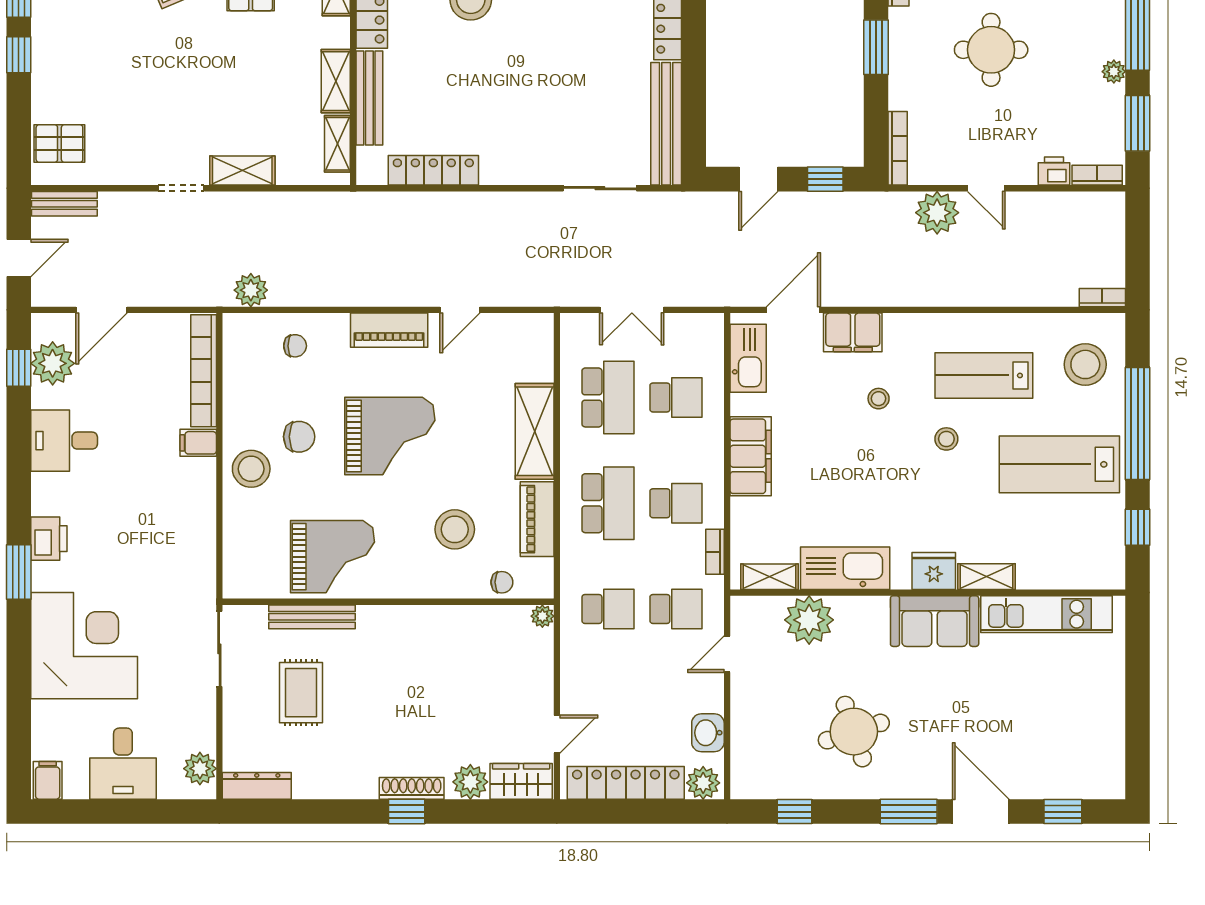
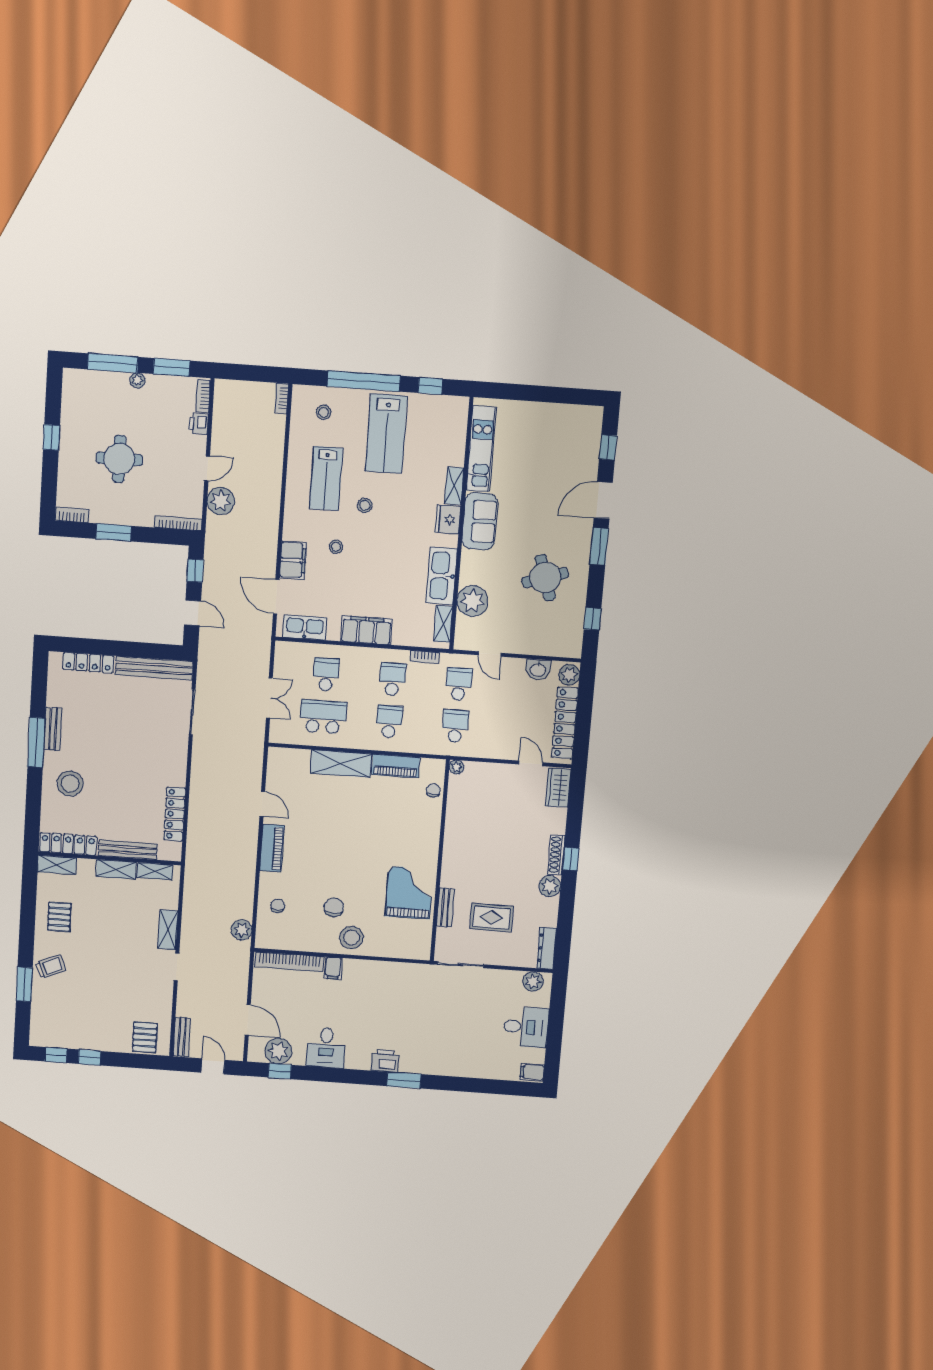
stool: (1085, 364) -> (324, 412), width x0.53, depth x0.53
grand piano: (390, 436) -> (337, 852), removed
school desk: (608, 503) -> (389, 721), width x0.54
stool: (455, 529) -> (398, 817), removed
bench: (312, 617) -> (445, 908), width x0.73
corner desk: (84, 646) -> (452, 1045), removed
plant: (470, 782) -> (550, 886), moved

